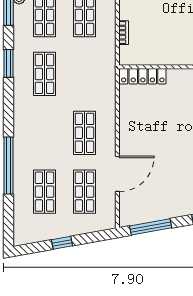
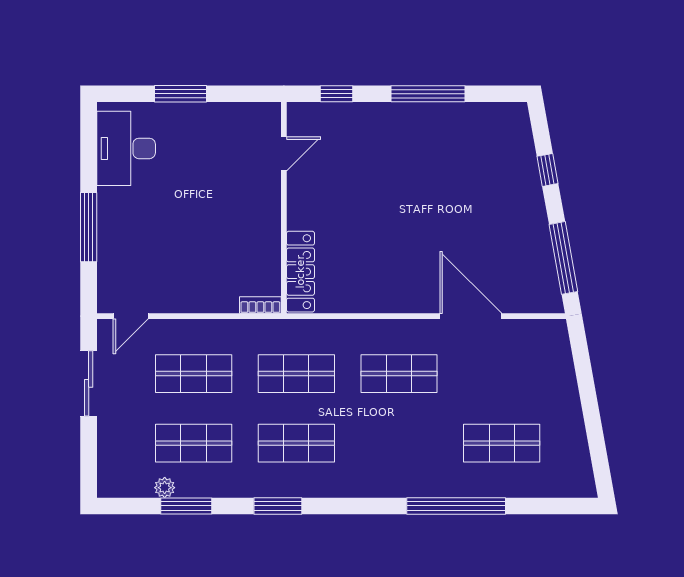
bookcase: (124, 33) -> (260, 305), moved
shop shelf: (84, 192) -> (296, 374), moved
window: (62, 243) -> (591, 413), removed

